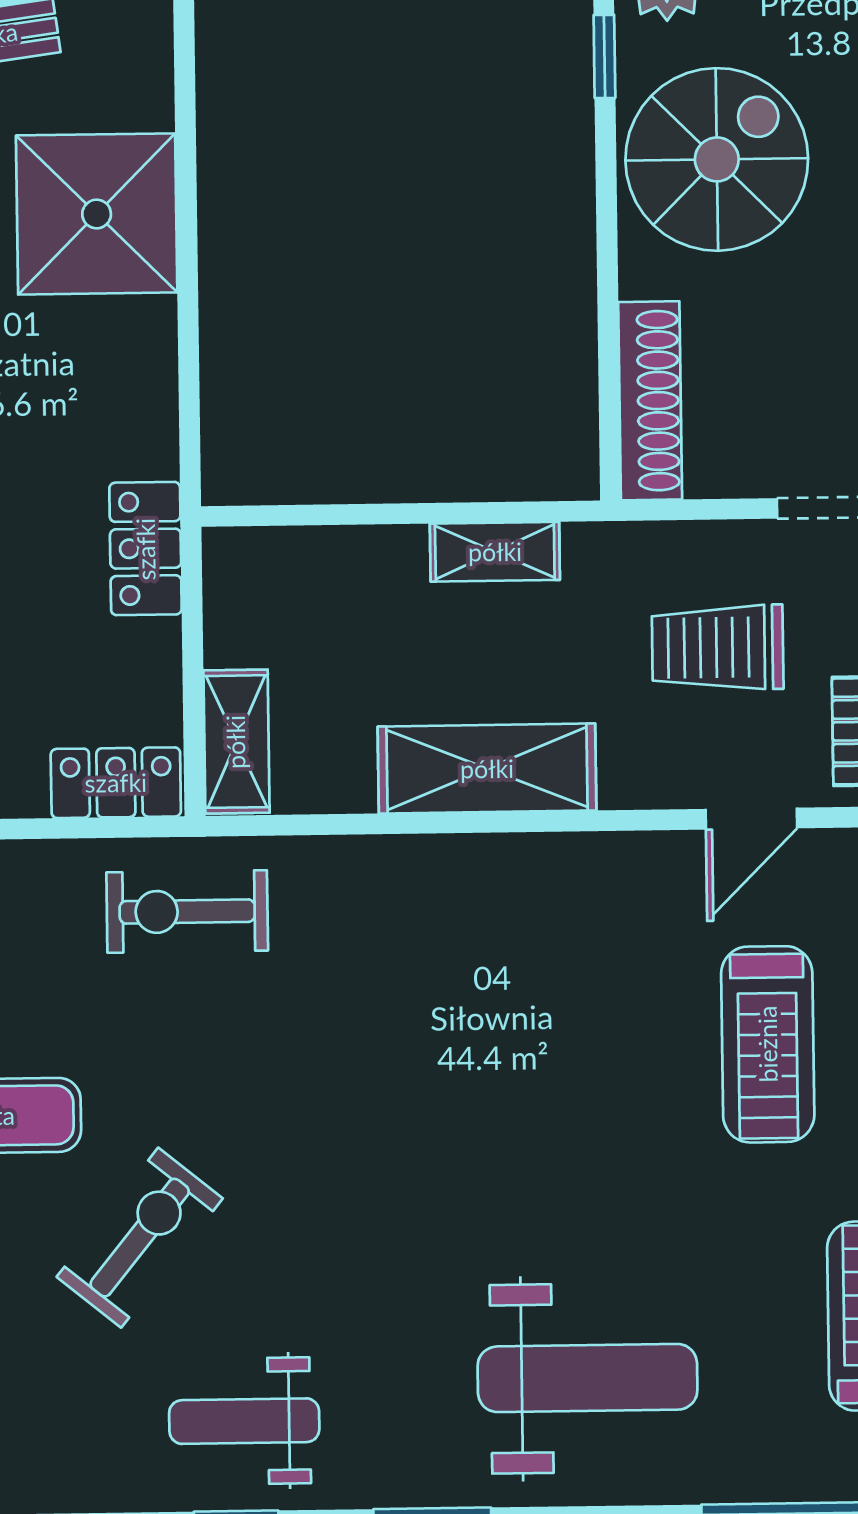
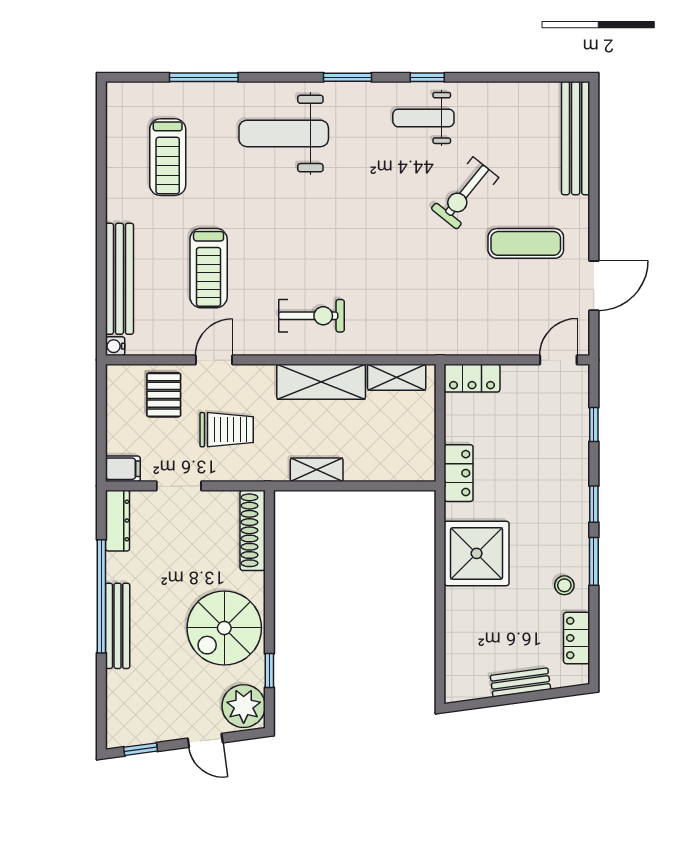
shower: (97, 214) -> (477, 553), moved
shelving: (236, 742) -> (397, 377), moved, turned 90
exercise bike: (187, 911) -> (311, 316), moved
treadmill: (768, 1044) -> (209, 268), turned 180
weight bench: (244, 1421) -> (423, 118), turned 180

